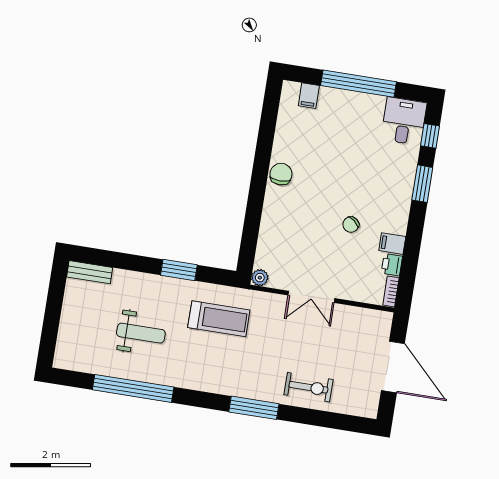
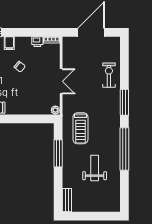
filing cabinet: (392, 244) -> (9, 43), moved
window: (179, 270) -> (58, 153), width x1.44
treadmill: (219, 319) -> (80, 128), turned 180
window: (133, 388) -> (124, 149), moved

